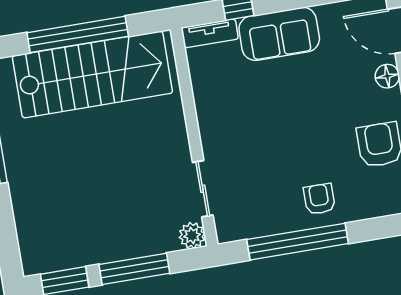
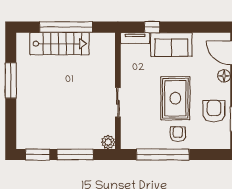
stairs: (92, 74) -> (59, 44), width x0.73, depth x0.66
rug: (303, 133) -> (175, 98), added
sliding door: (203, 189) -> (118, 102), moved

